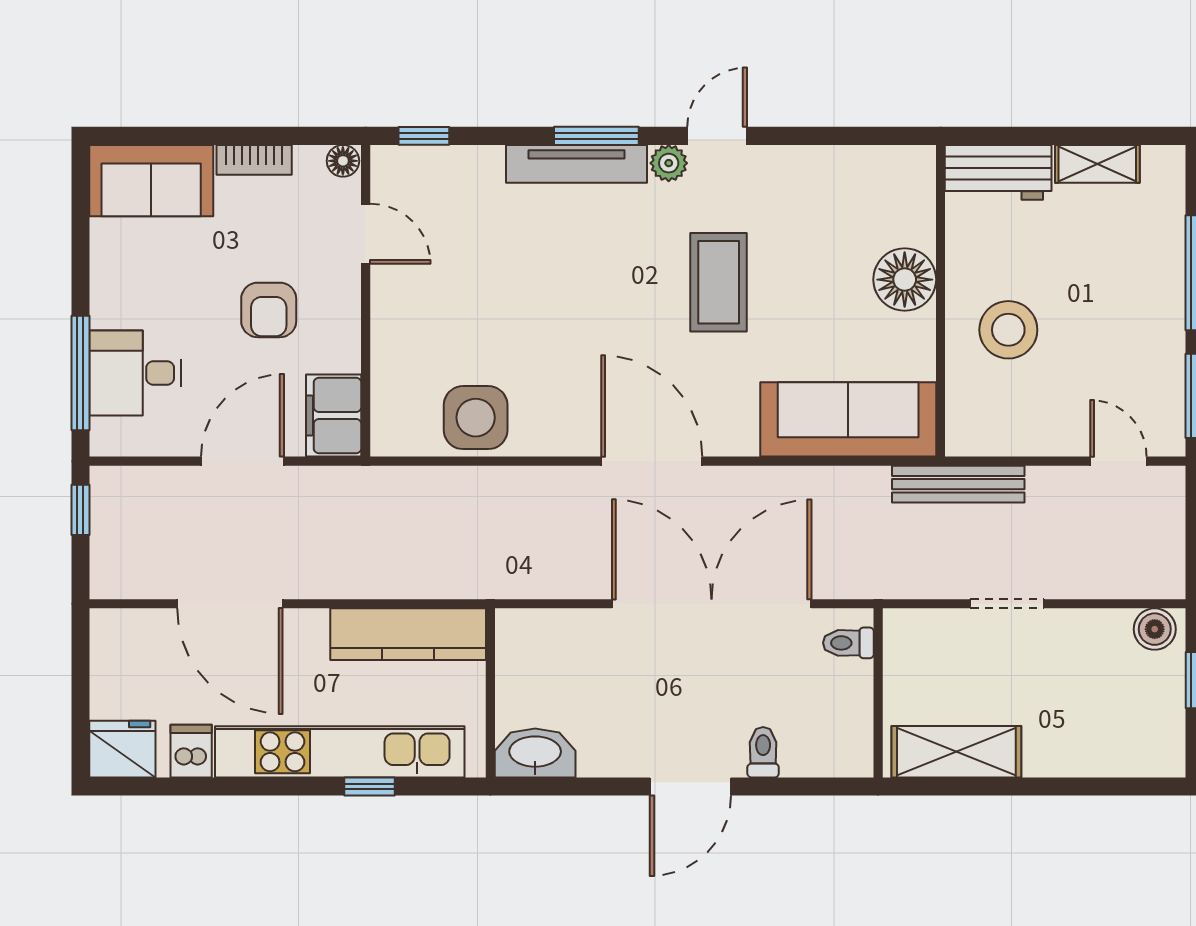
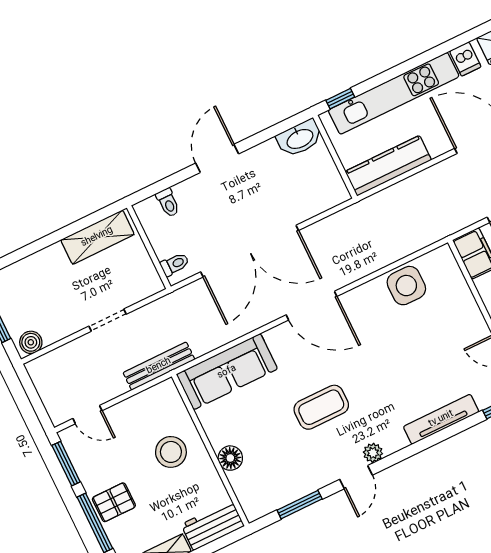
window: (596, 136) -> (300, 505), moved
tv unit: (576, 164) -> (441, 419), moved
floor lamp: (905, 280) -> (230, 458), width x0.73, depth x0.73
coffee table: (719, 282) -> (321, 407), turned 90
pallet: (1146, 292) -> (114, 502), added
toilet: (763, 752) -> (168, 203), moved
window: (369, 786) -> (340, 99), moved

